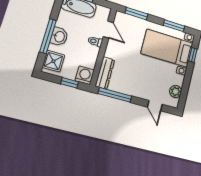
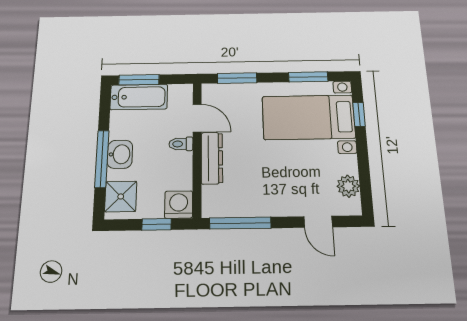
dresser: (105, 73) -> (212, 158), moved

